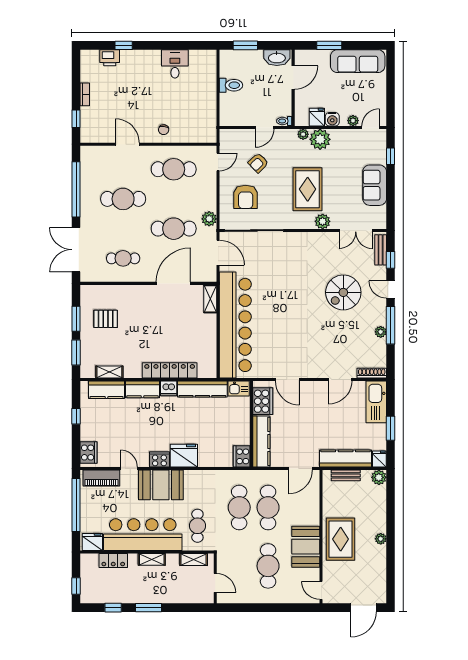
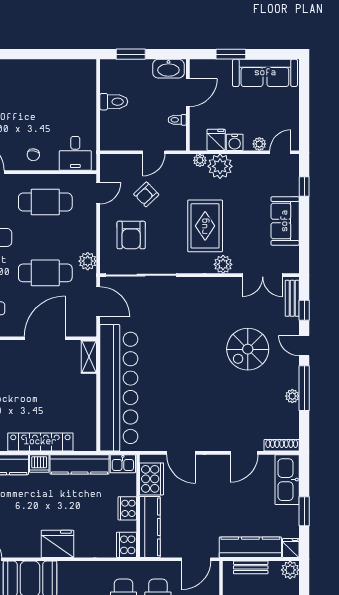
desk: (175, 64) -> (75, 153), moved, turned 180
toilet: (284, 121) -> (177, 120), moved
cooker: (159, 460) -> (127, 508), moved, turned -90

